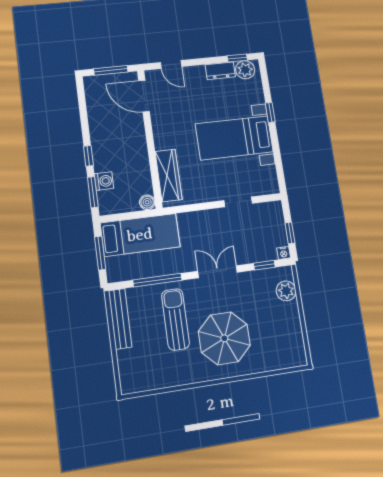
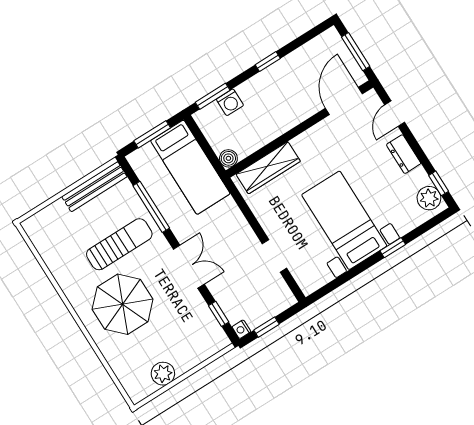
dresser: (220, 71) -> (404, 154), moved
window: (88, 156) -> (268, 62), moved
plant: (286, 291) -> (163, 374), moved

